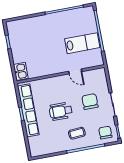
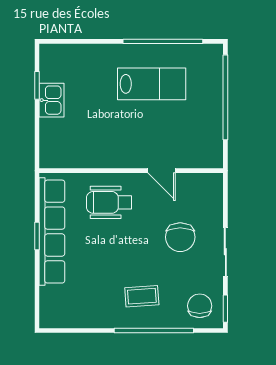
lab bench: (82, 43) -> (152, 84), moved
kitchen sink: (21, 71) -> (51, 100), moved
chair: (90, 102) -> (180, 237), turned 180
wheelchair: (61, 111) -> (109, 202), moved

